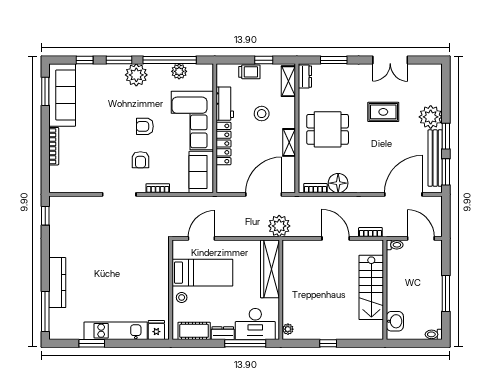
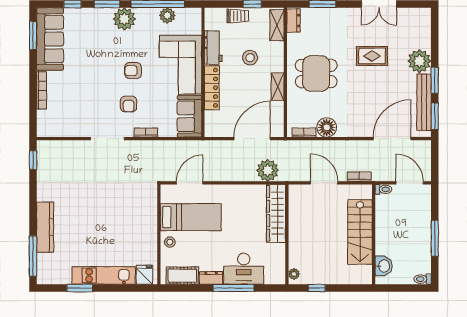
wardrobe: (270, 269) -> (276, 213), moved
wall: (281, 290) -> (287, 234), moved
plant: (288, 329) -> (294, 274), moved

